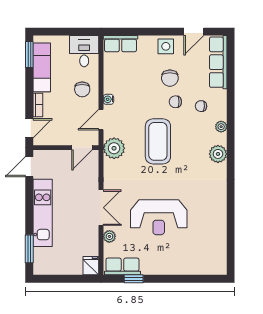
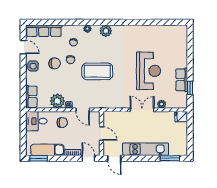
door: (82, 148) -> (101, 134), moved
plant: (114, 148) -> (57, 101), moved
row of seats: (122, 266) -> (182, 80), moved

